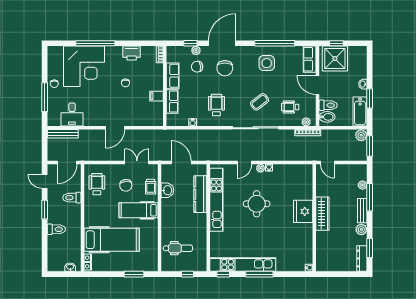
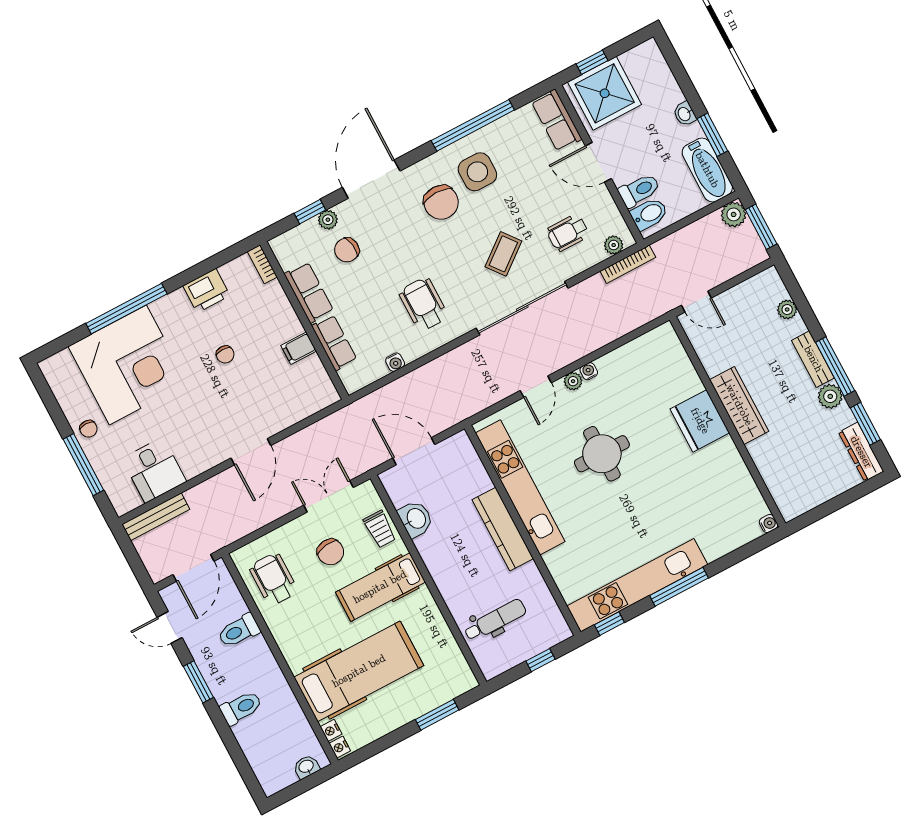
chair: (225, 68) -> (441, 202), moved
kitchen counter: (200, 194) -> (503, 529), moved
window: (370, 197) -> (835, 366), moved

